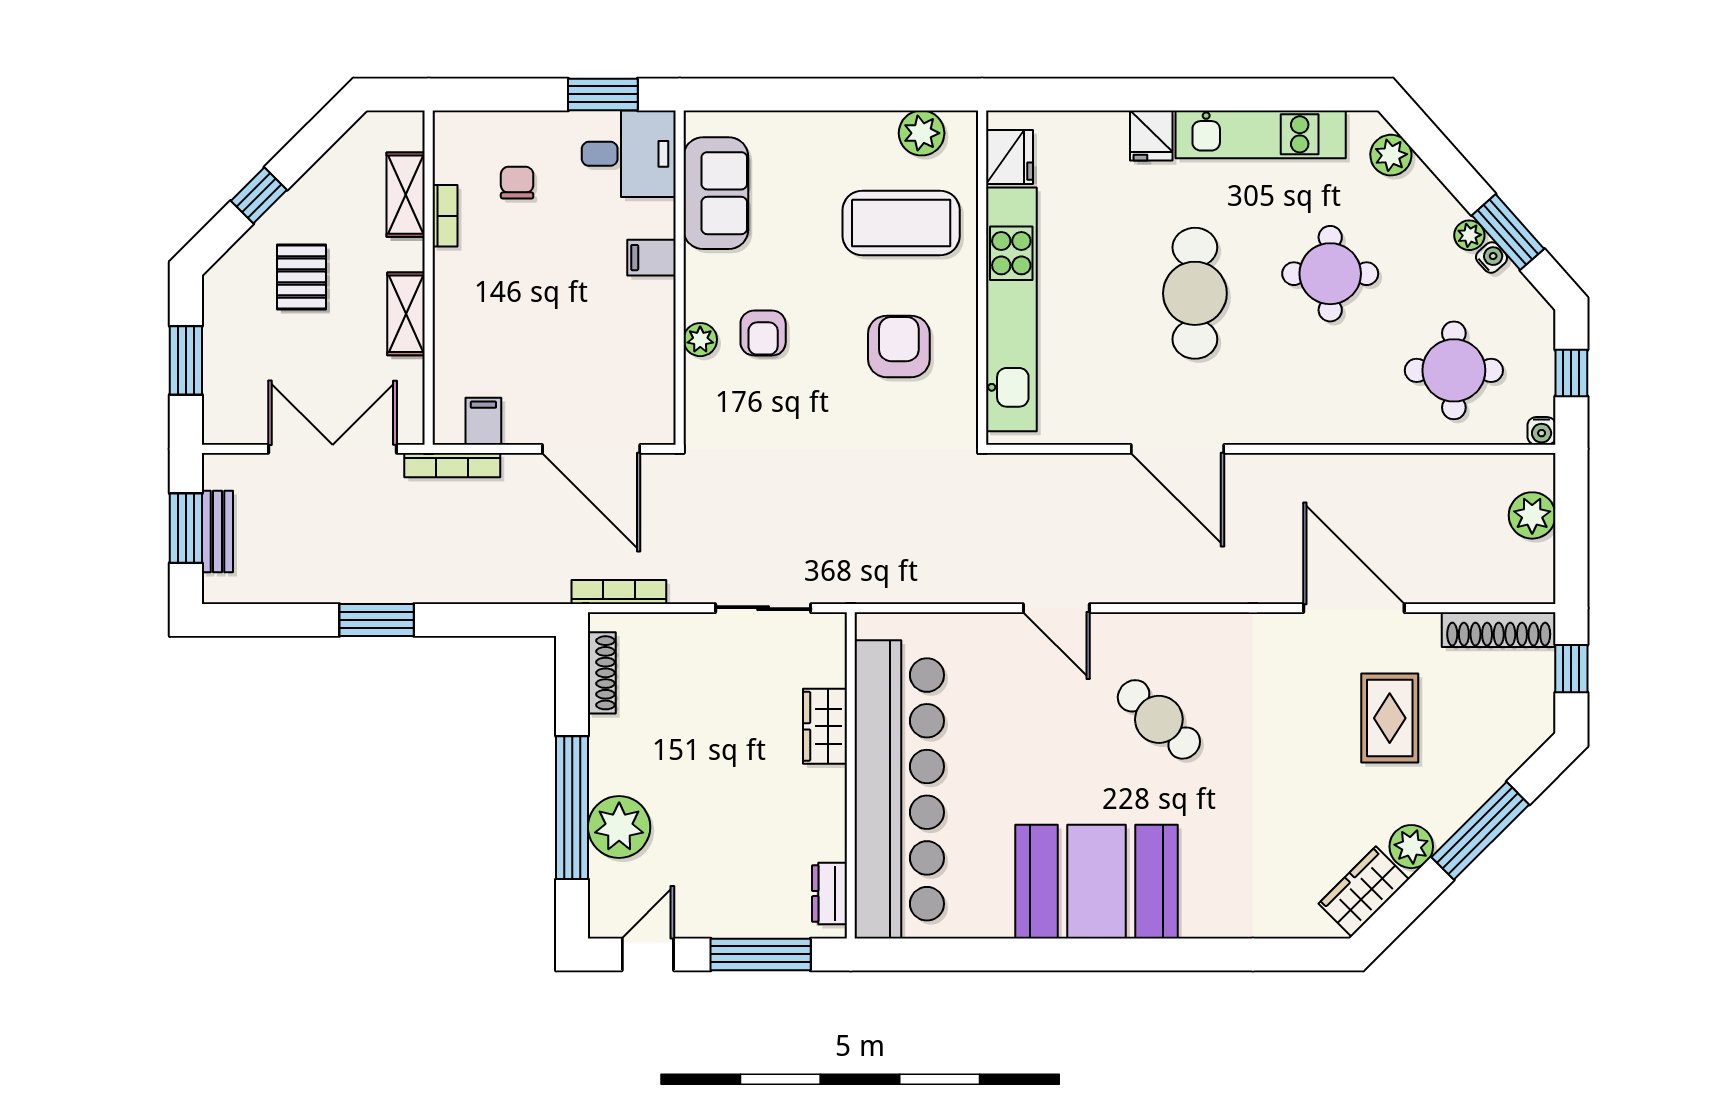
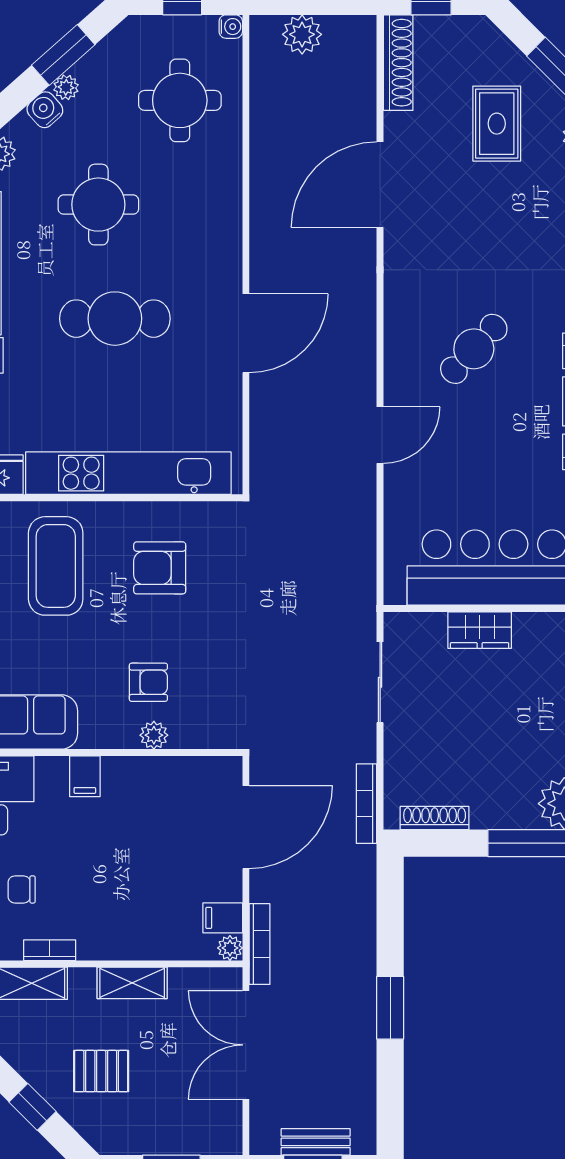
water cooler: (1492, 257) -> (45, 110), moved, width x1.38, depth x1.38
plant: (448, 430) -> (230, 948), added
rug: (1390, 718) -> (497, 124), moved, turned 90

